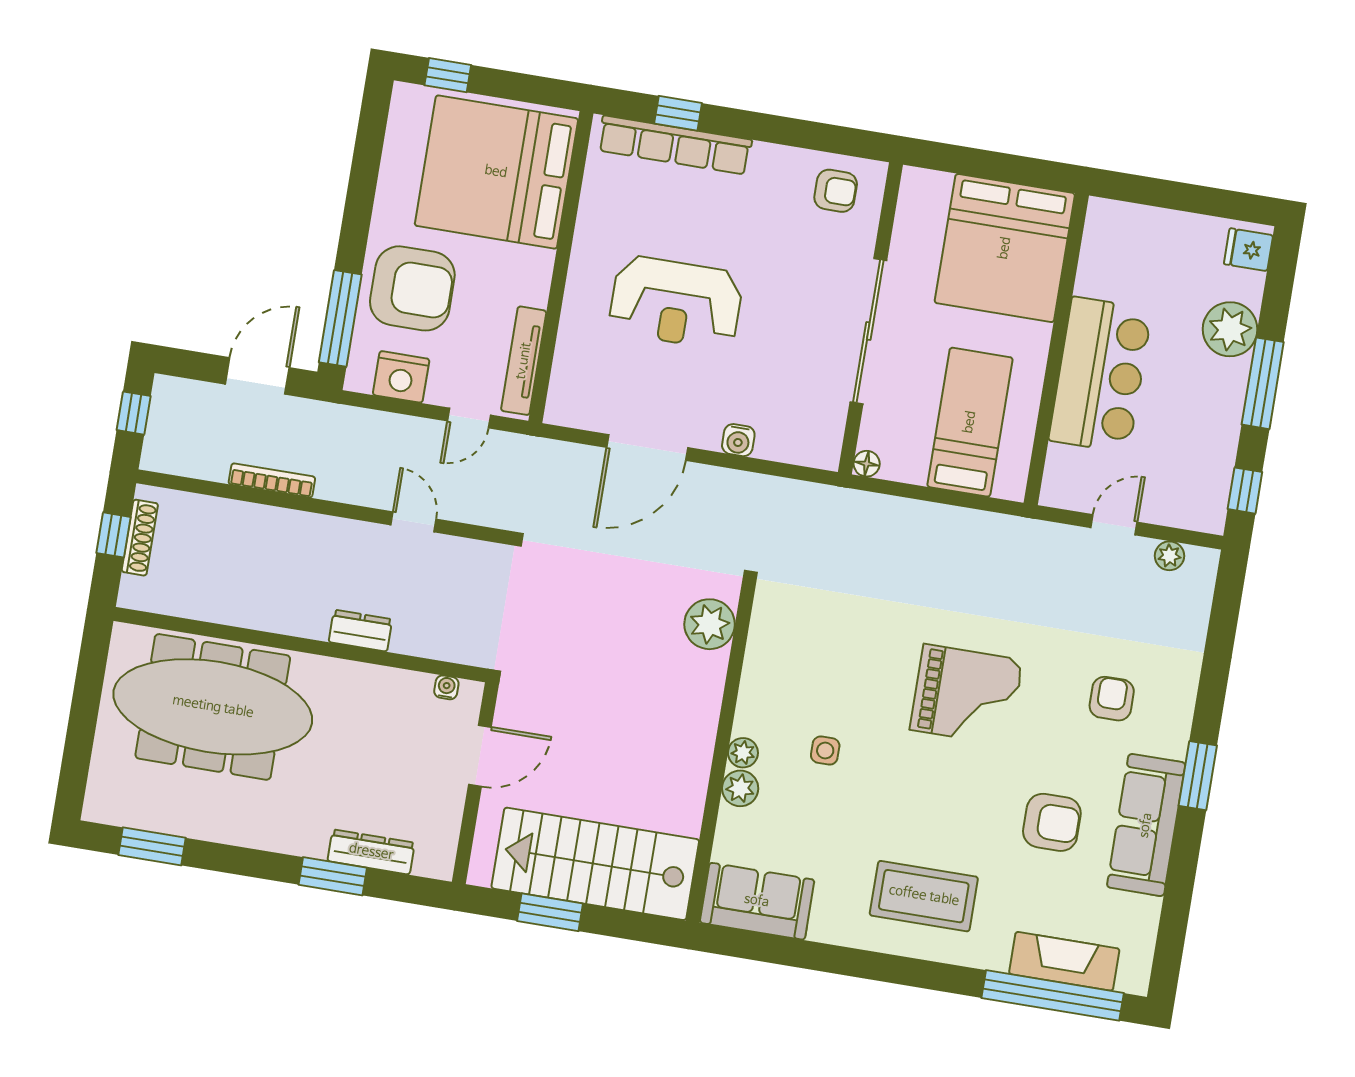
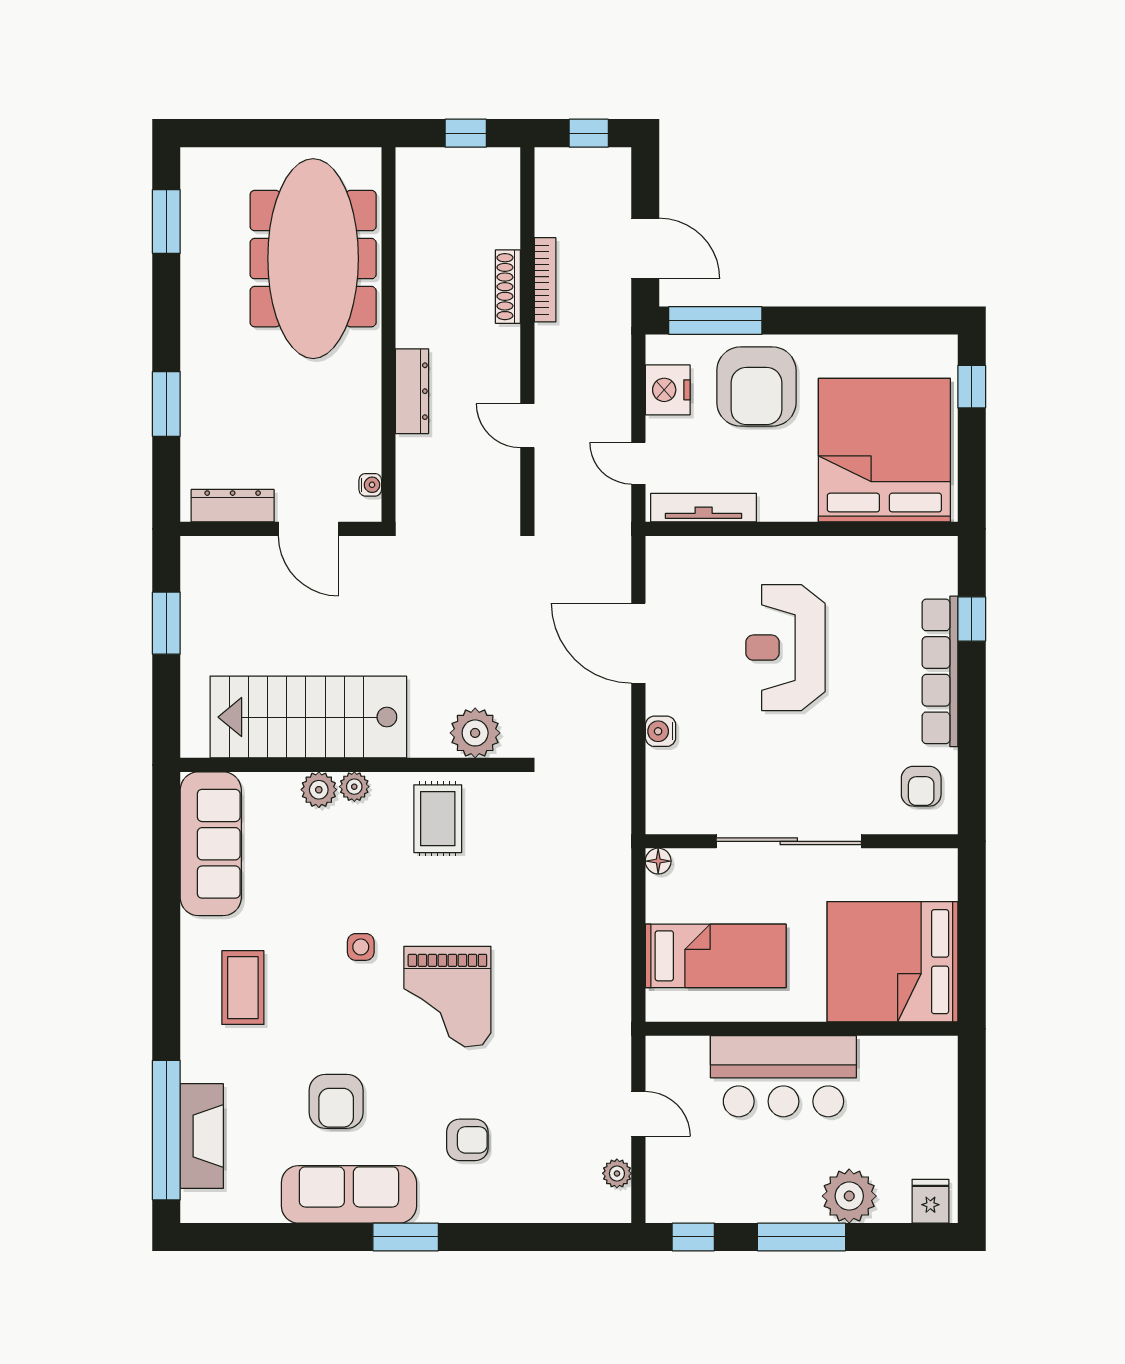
row of seats: (675, 145) -> (940, 671), moved
door: (414, 522) -> (527, 426), swing flipped
shoe rack: (140, 538) -> (508, 287), moved, turned 90
dresser: (360, 631) -> (412, 391), width x1.44
rug: (788, 675) -> (438, 819), added
side table: (825, 751) -> (361, 947), moved
dresser: (371, 852) -> (233, 506), moved, turned -90
stairs: (595, 864) -> (308, 717), moved, turned -90
coffee table: (924, 896) -> (243, 988), width x0.73, depth x0.76
sofa: (757, 901) -> (211, 844), width x1.36

